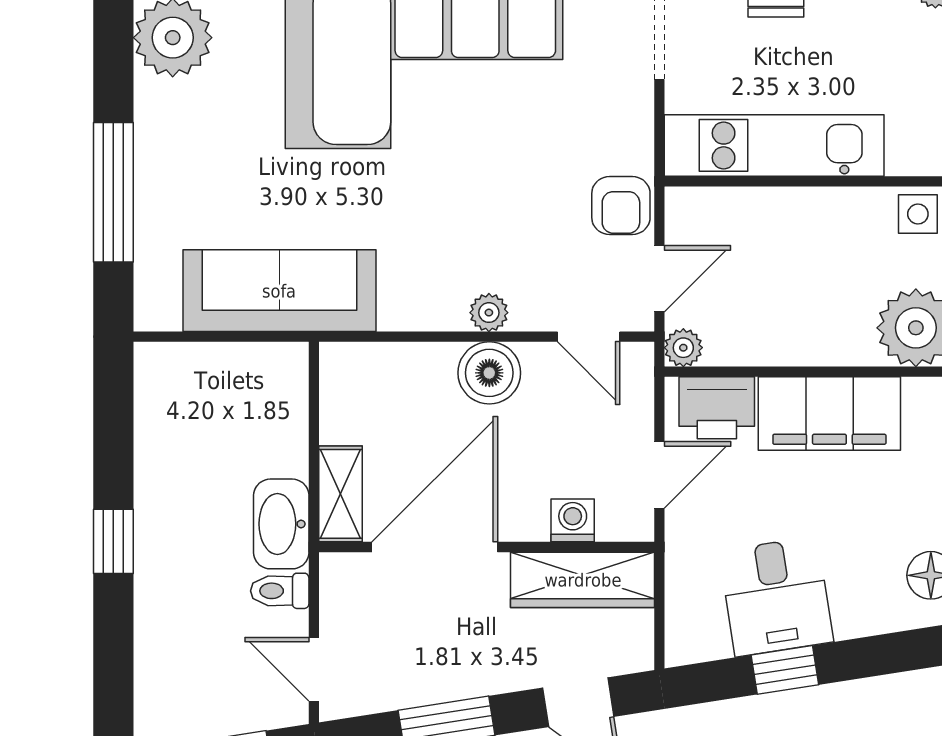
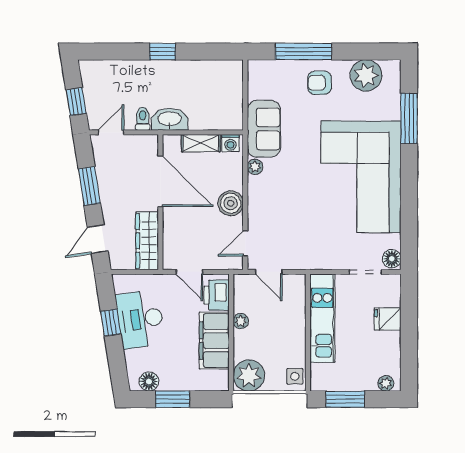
armchair: (621, 205) -> (320, 83), moved
sofa: (279, 291) -> (264, 129), width x0.73
plant: (489, 313) -> (255, 167), moved
plant: (683, 348) -> (241, 321), moved
shelving: (340, 494) -> (201, 143), moved
washing machine: (573, 520) -> (230, 143), moved, turned 90
desk: (776, 596) -> (140, 319), width x1.37

